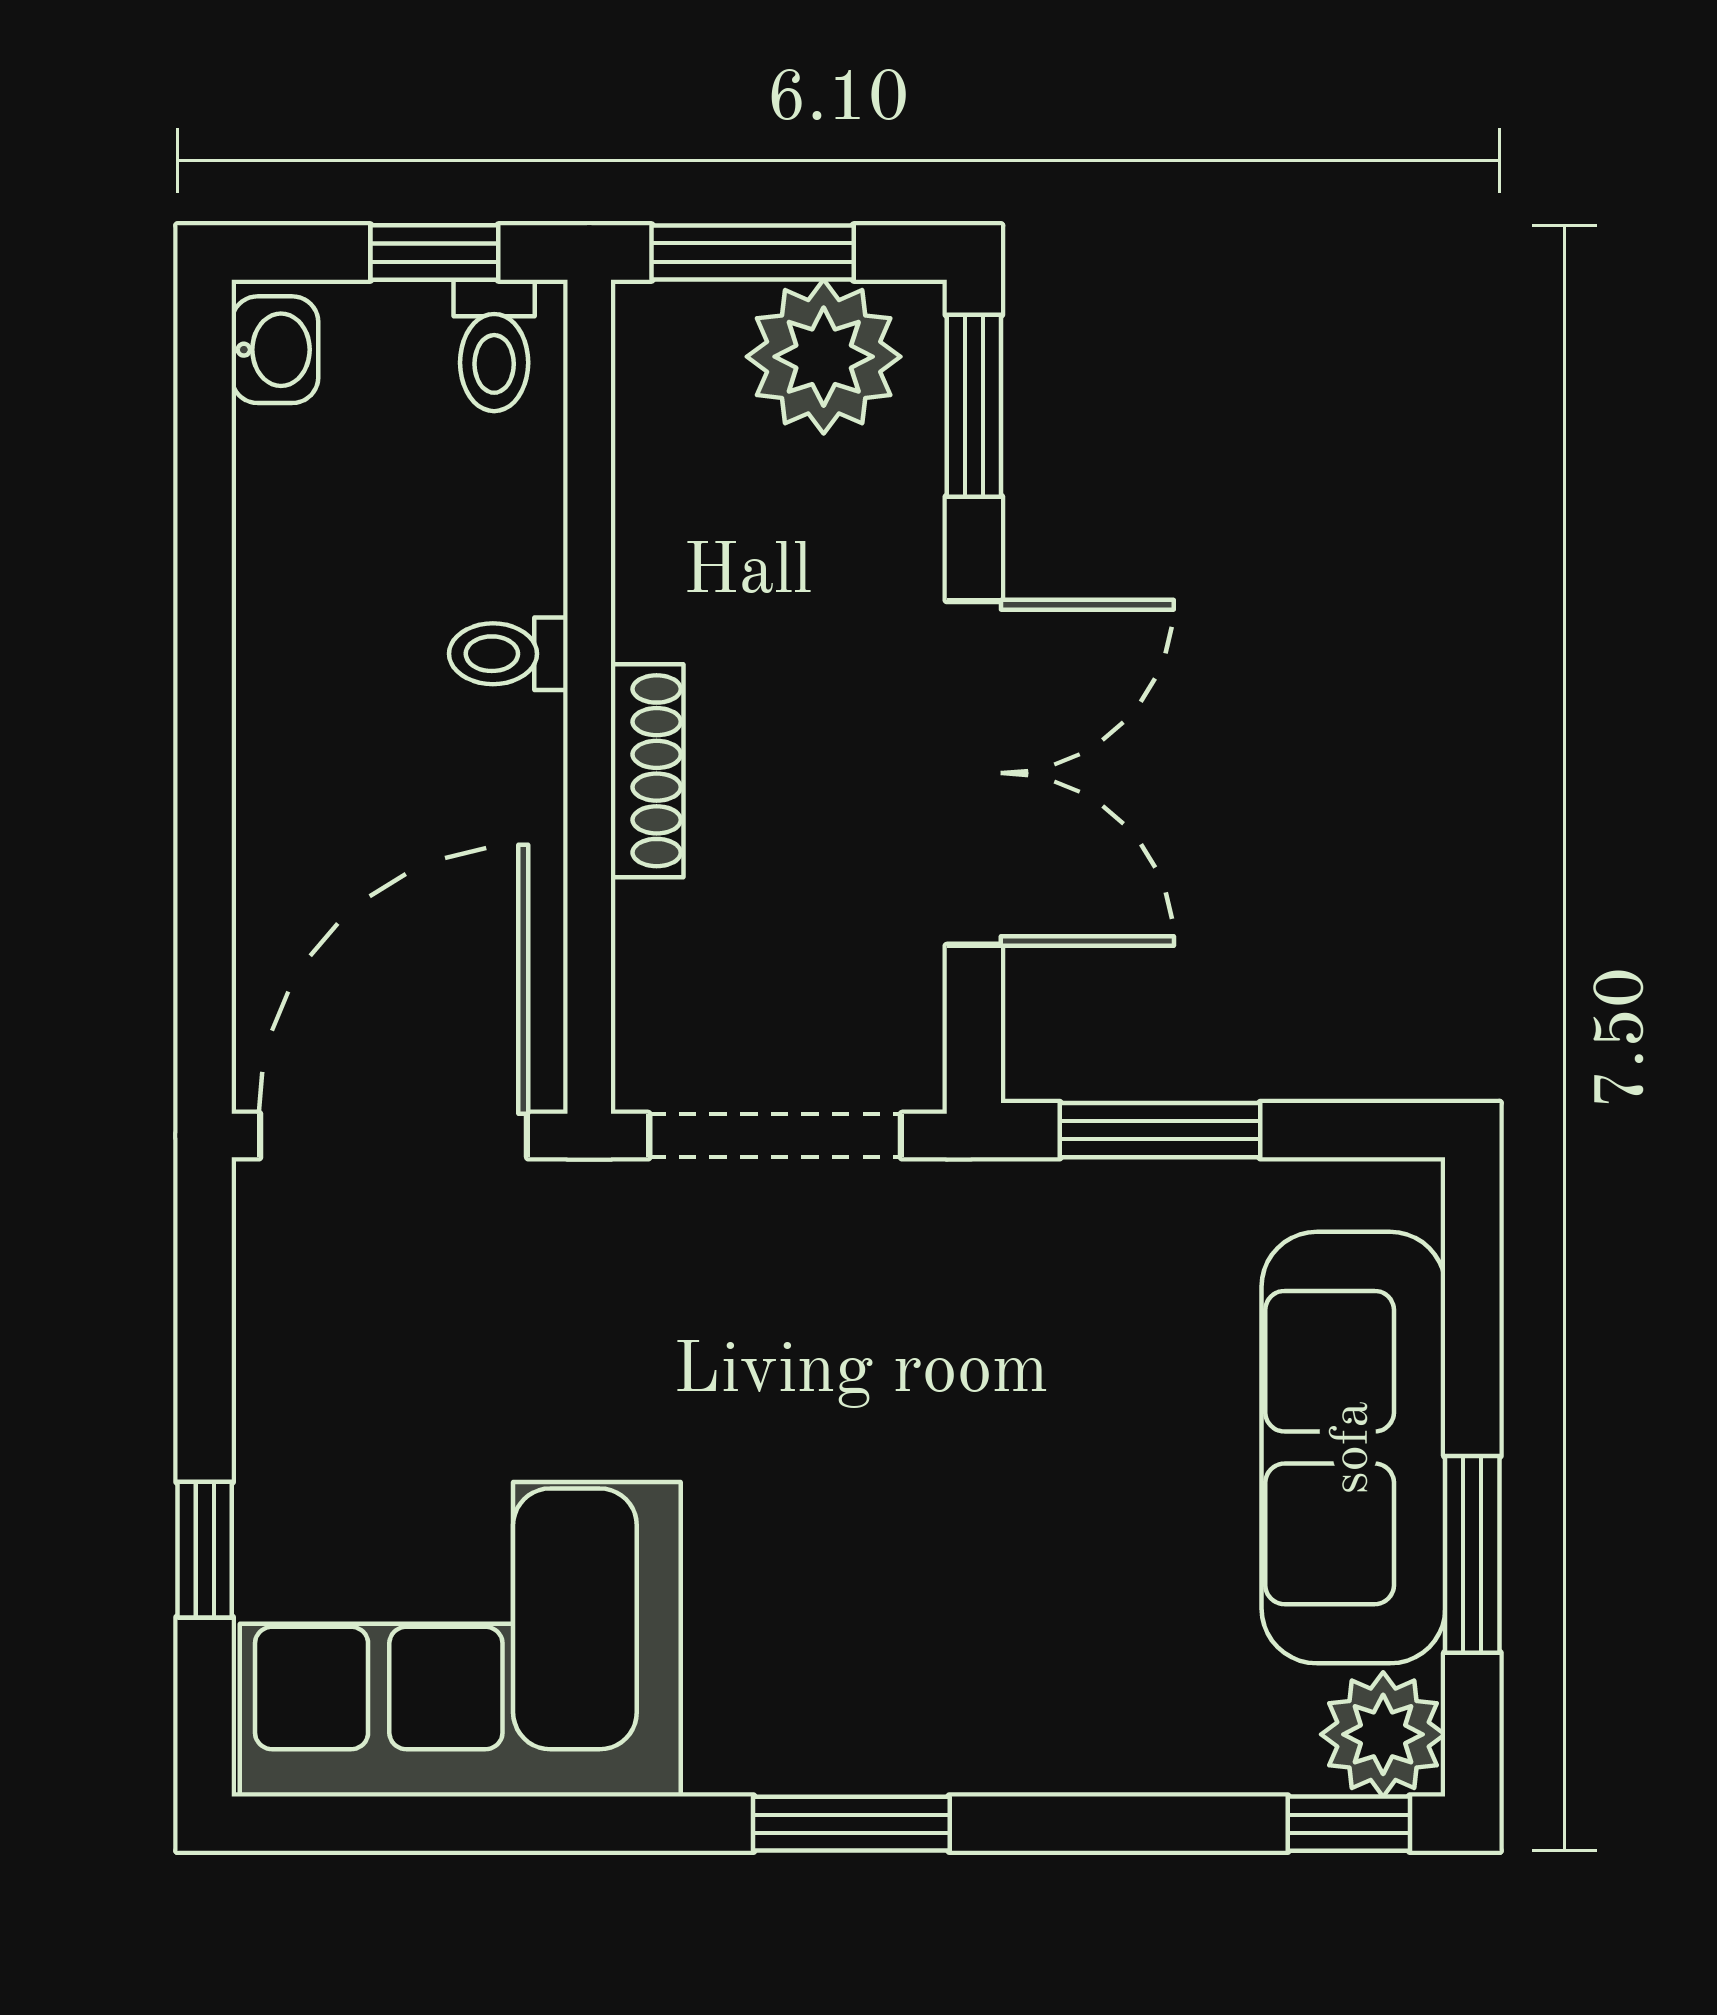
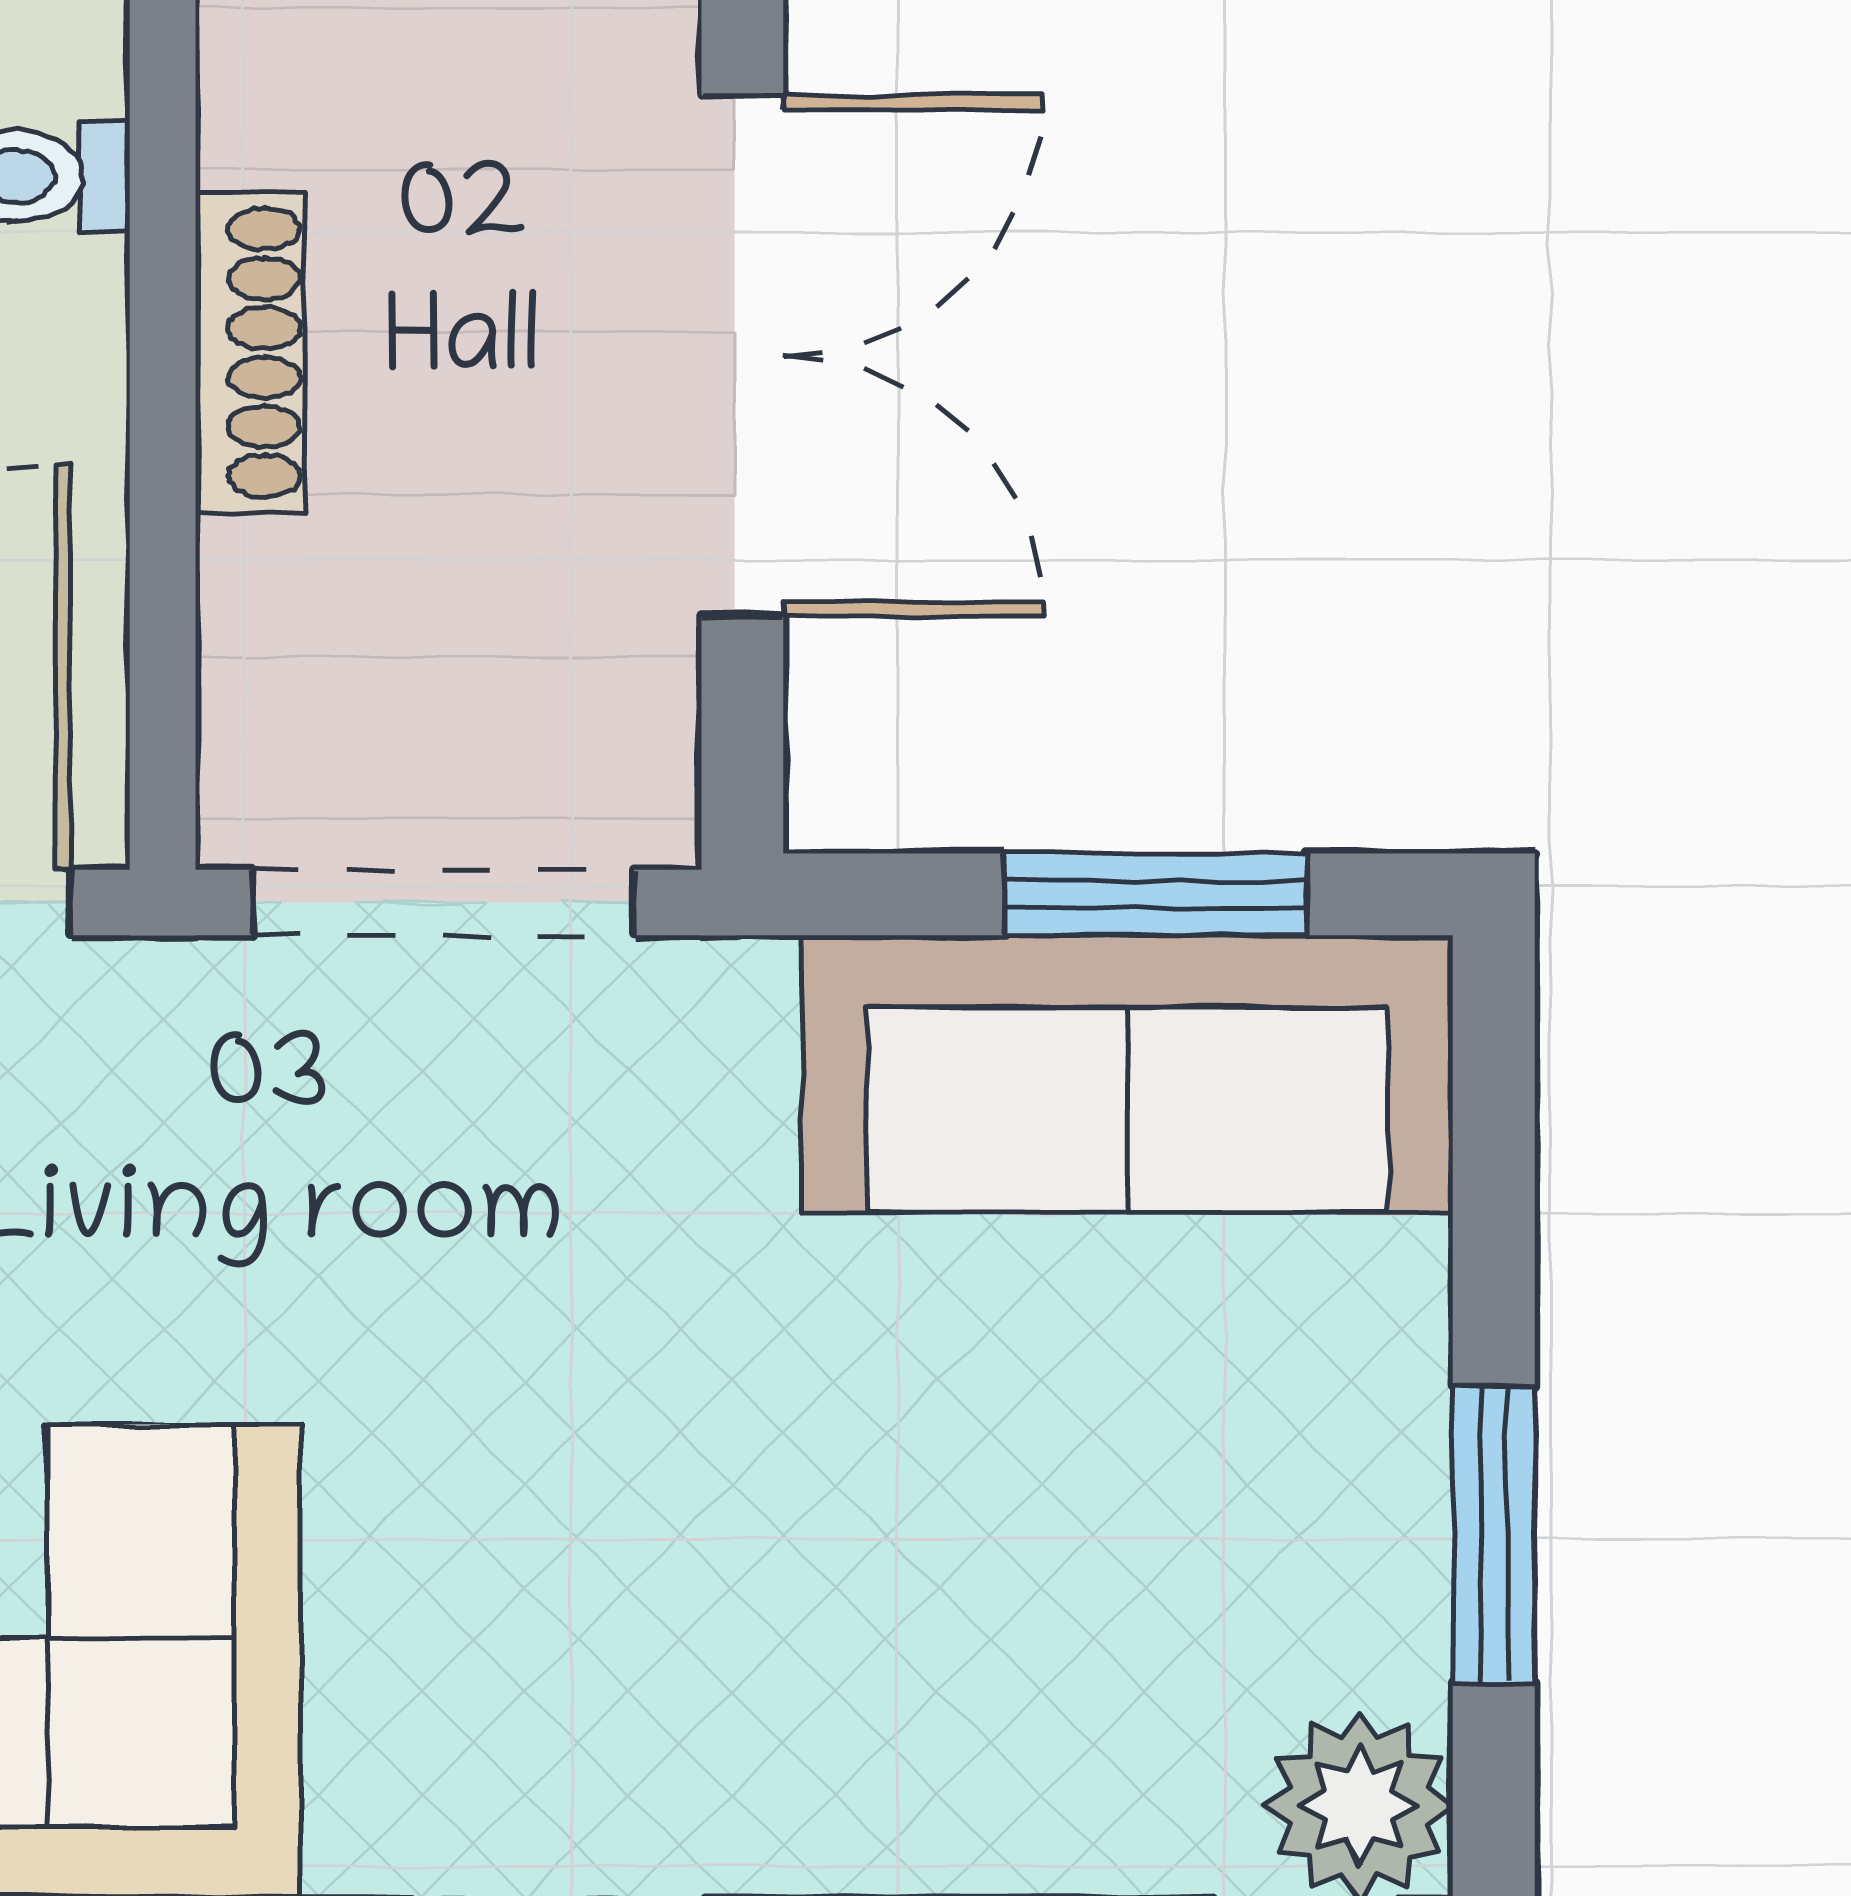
window: (1160, 1130) -> (1156, 894), moved
sofa: (1353, 1448) -> (1127, 1073), moved, turned -90

